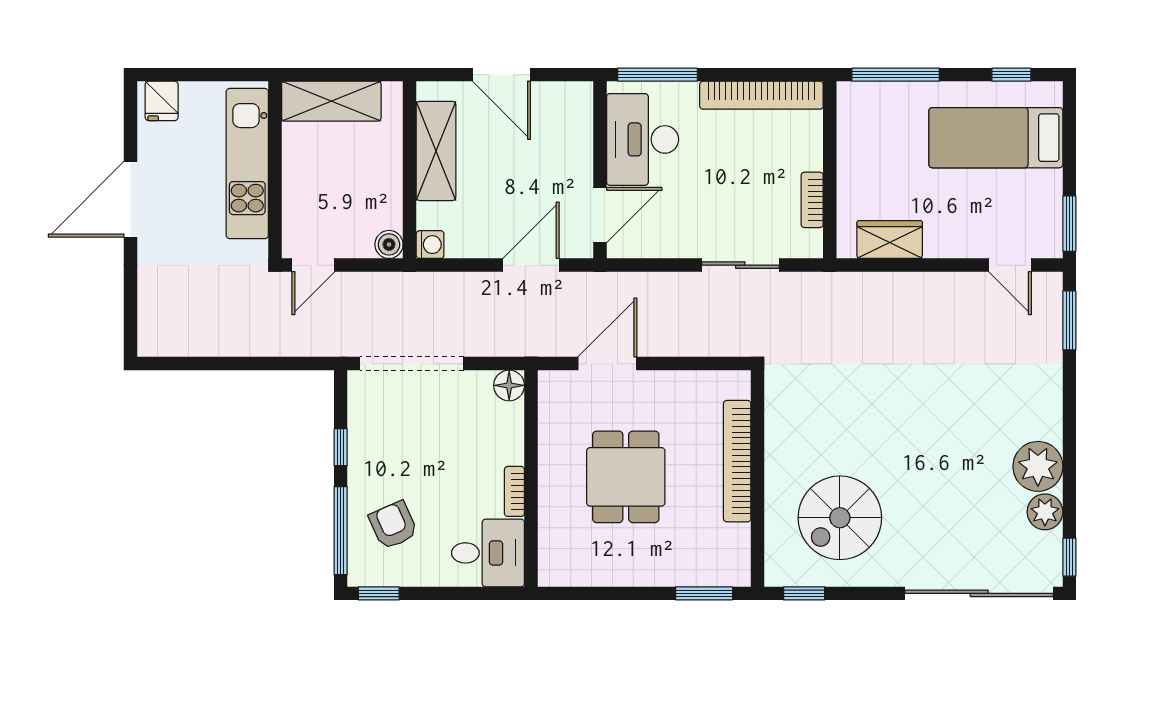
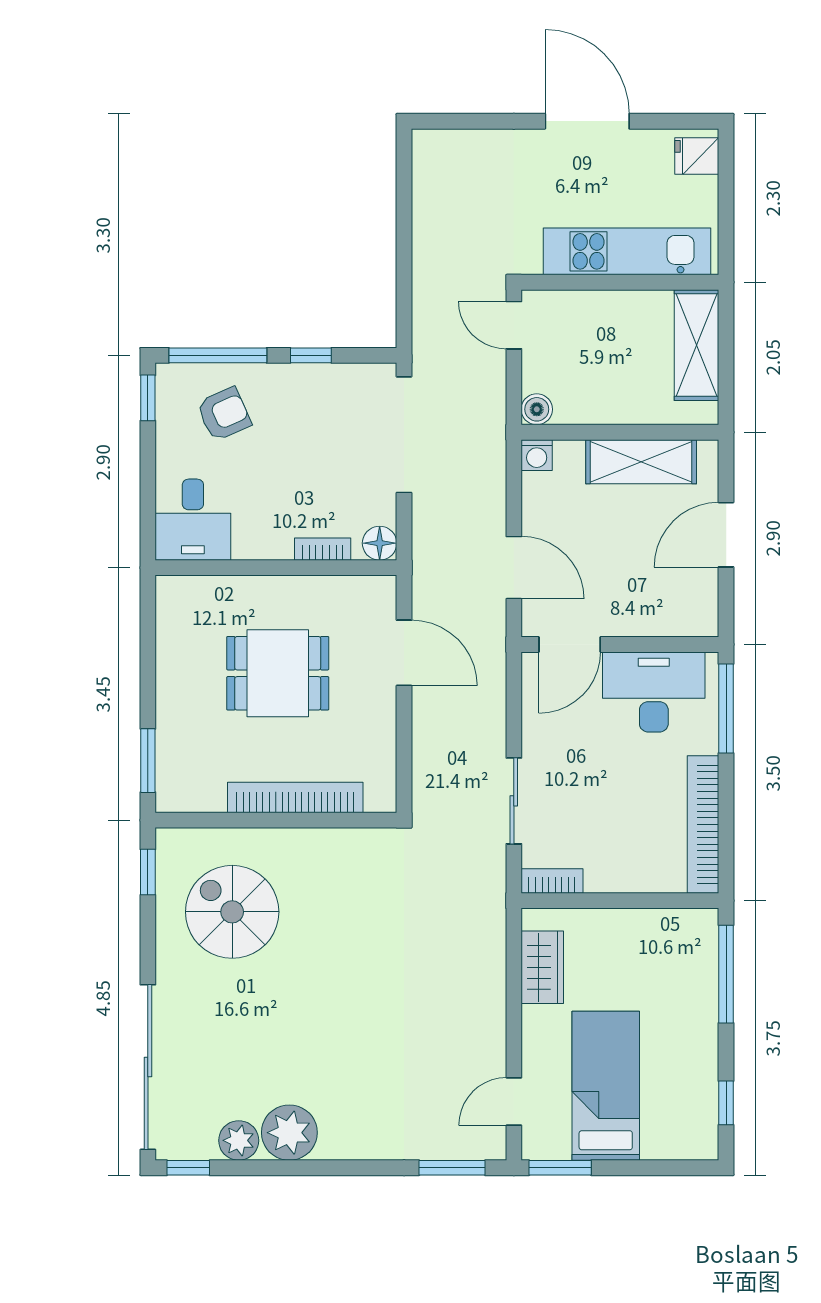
bed: (996, 138) -> (606, 1086), moved
bookcase: (812, 200) -> (552, 881), moved
door: (600, 215) -> (570, 644), hinge flipped
bookcase: (514, 491) -> (323, 549), moved

